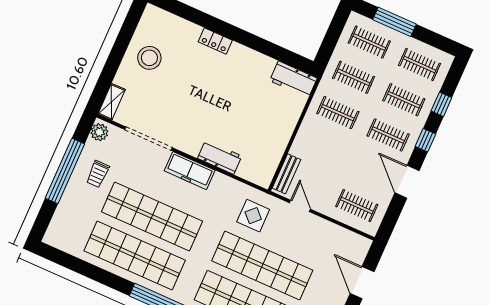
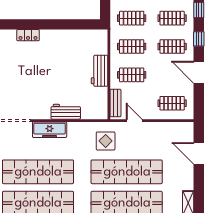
workbench: (293, 79) -> (99, 71), moved, turned 90
clothes rail: (322, 148) -> (132, 75), added

